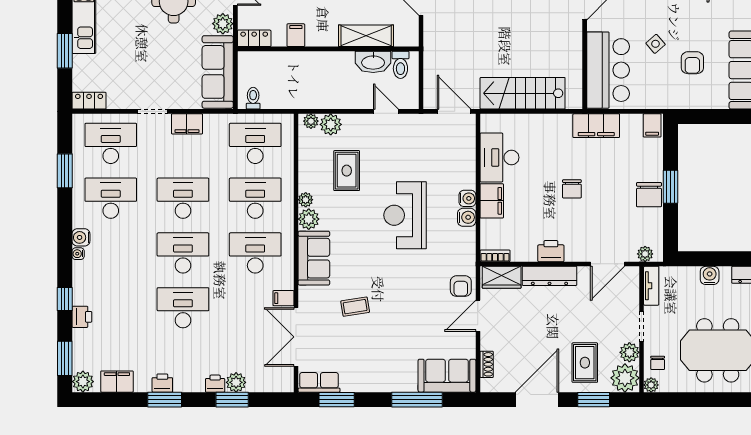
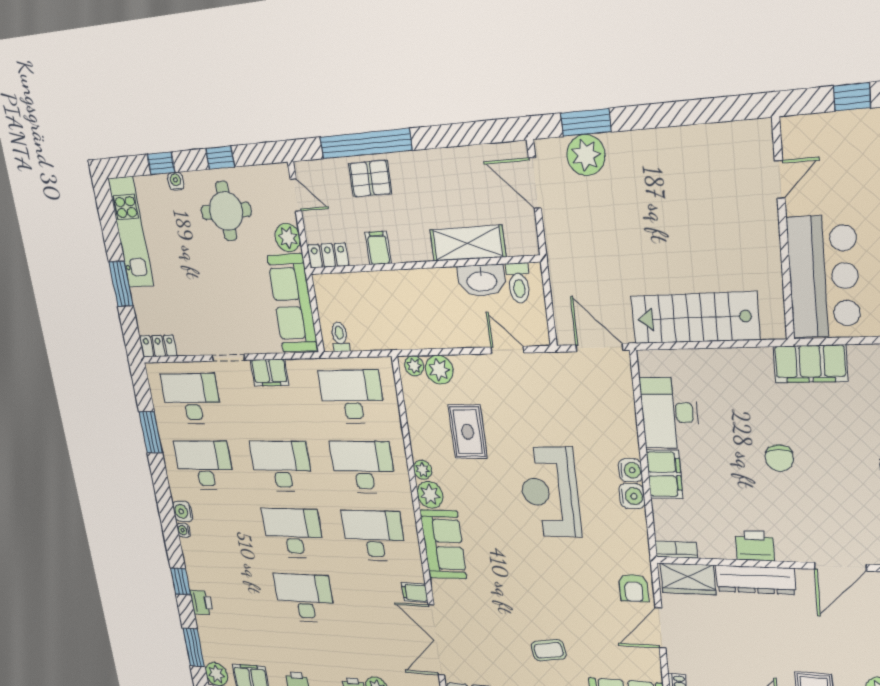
coffee table: (355, 307) -> (549, 650), moved

